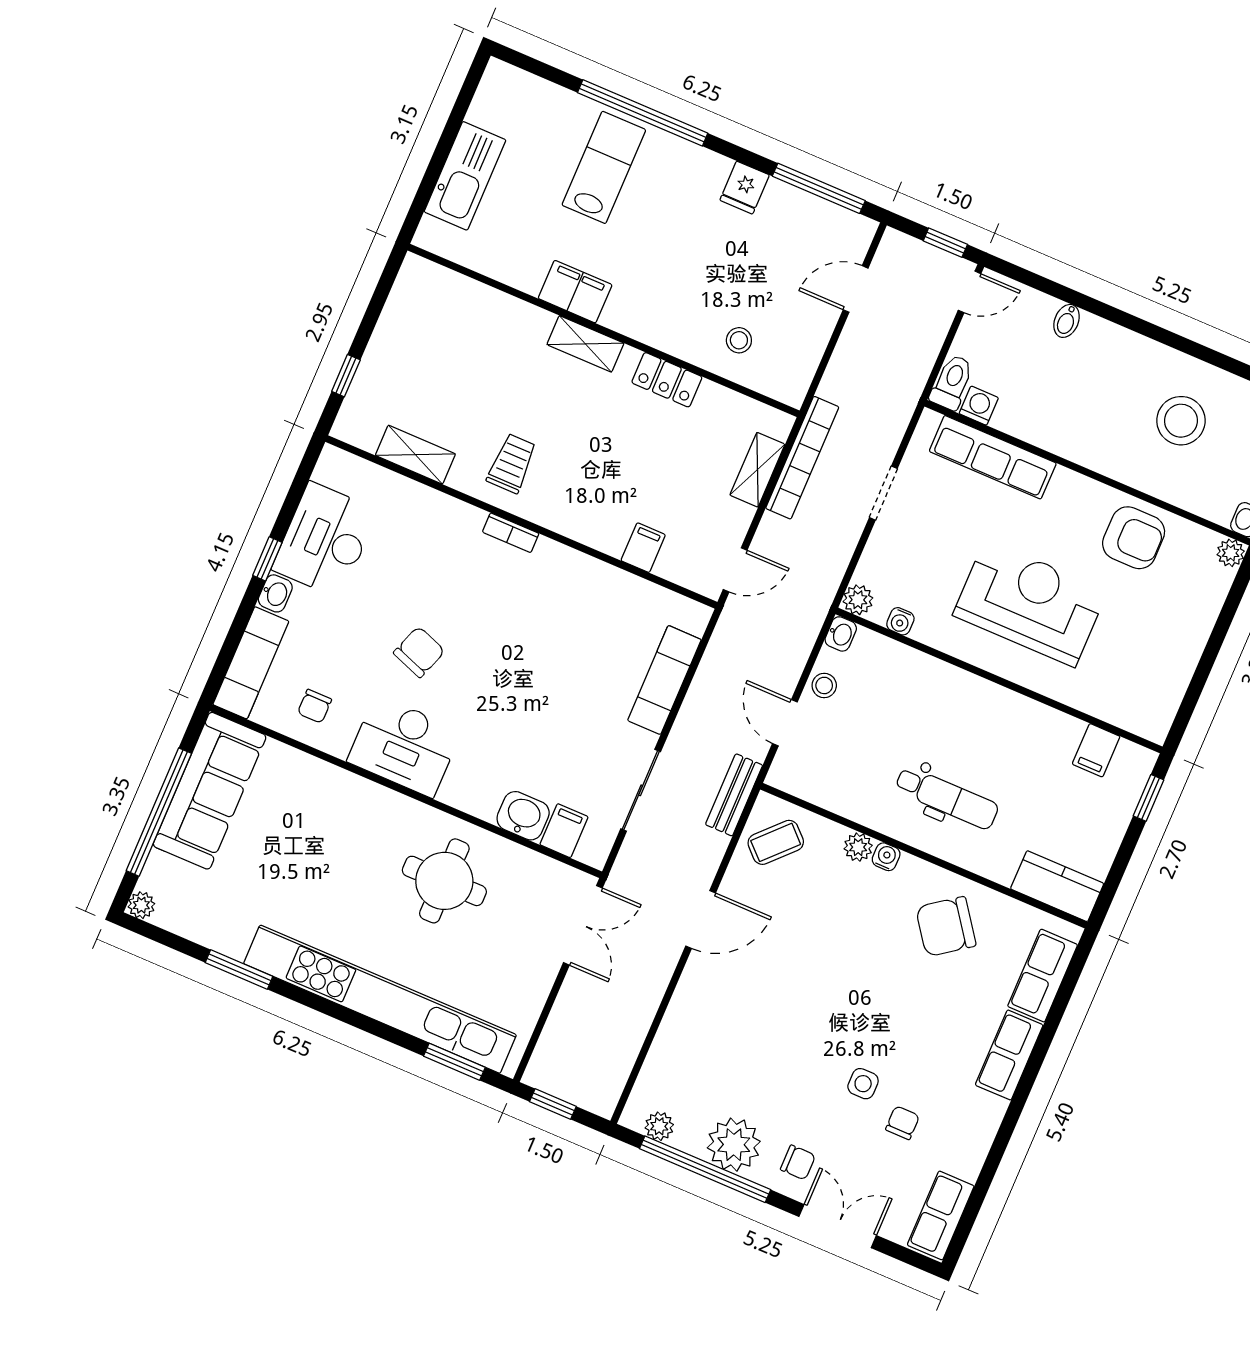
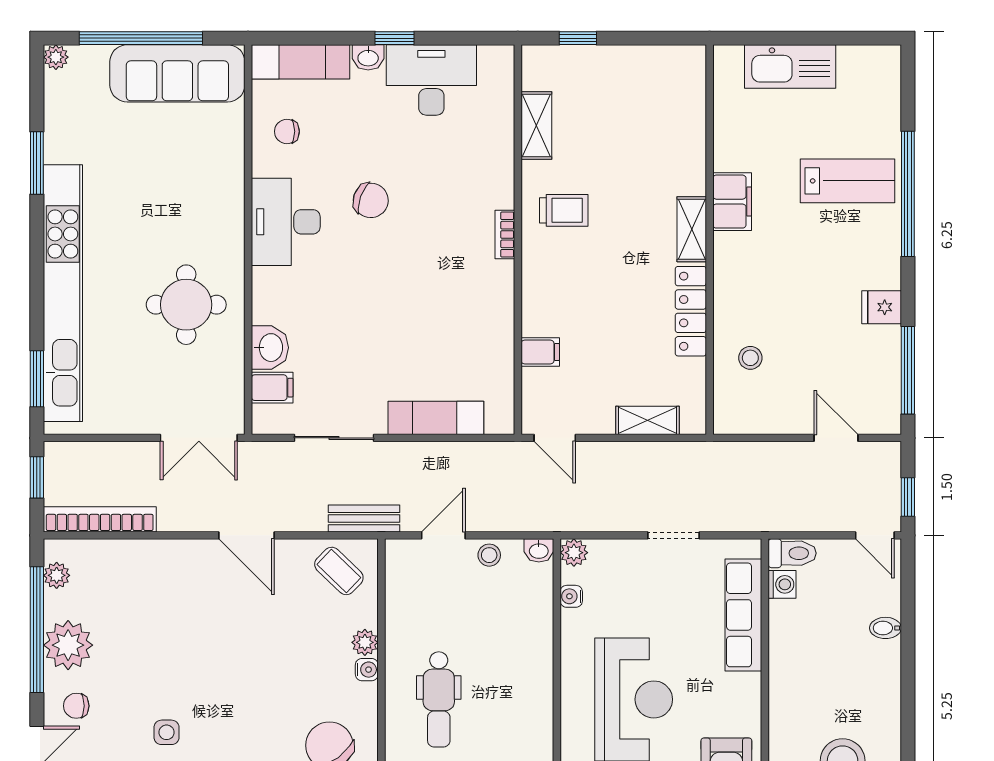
locker: (667, 380) -> (691, 311), width x1.53
bookcase: (802, 458) -> (100, 519), moved, turned 180
chair: (798, 1162) -> (76, 706), turned 90

